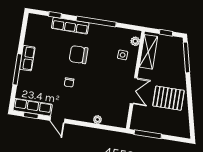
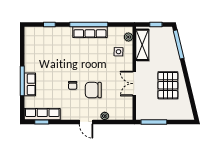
row of seats: (70, 26) -> (90, 32), moved
chair: (79, 55) -> (93, 90), moved
row of seats: (27, 58) -> (30, 84), moved
double door: (134, 91) -> (134, 84), swing flipped
pallet: (168, 98) -> (168, 85), turned 90
door: (57, 120) -> (86, 122), moved

